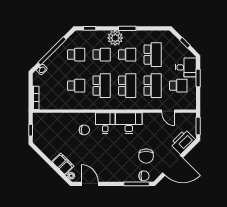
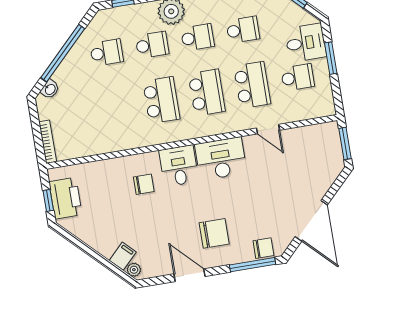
school desk: (153, 55) -> (243, 30), width x0.54
school desk: (76, 86) -> (116, 108), removed
door: (168, 111) -> (268, 129), moved
printer: (183, 142) -> (65, 198), moved, turned 135
chair: (146, 156) -> (214, 233), moved, turned -90
filing cabinet: (63, 164) -> (123, 256), width x0.50
door: (173, 165) -> (311, 221), hinge flipped
door: (90, 184) -> (190, 275), moved

